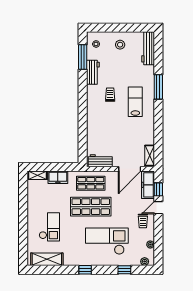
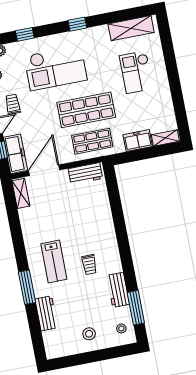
workbench: (148, 48) -> (46, 313), moved, width x0.73

